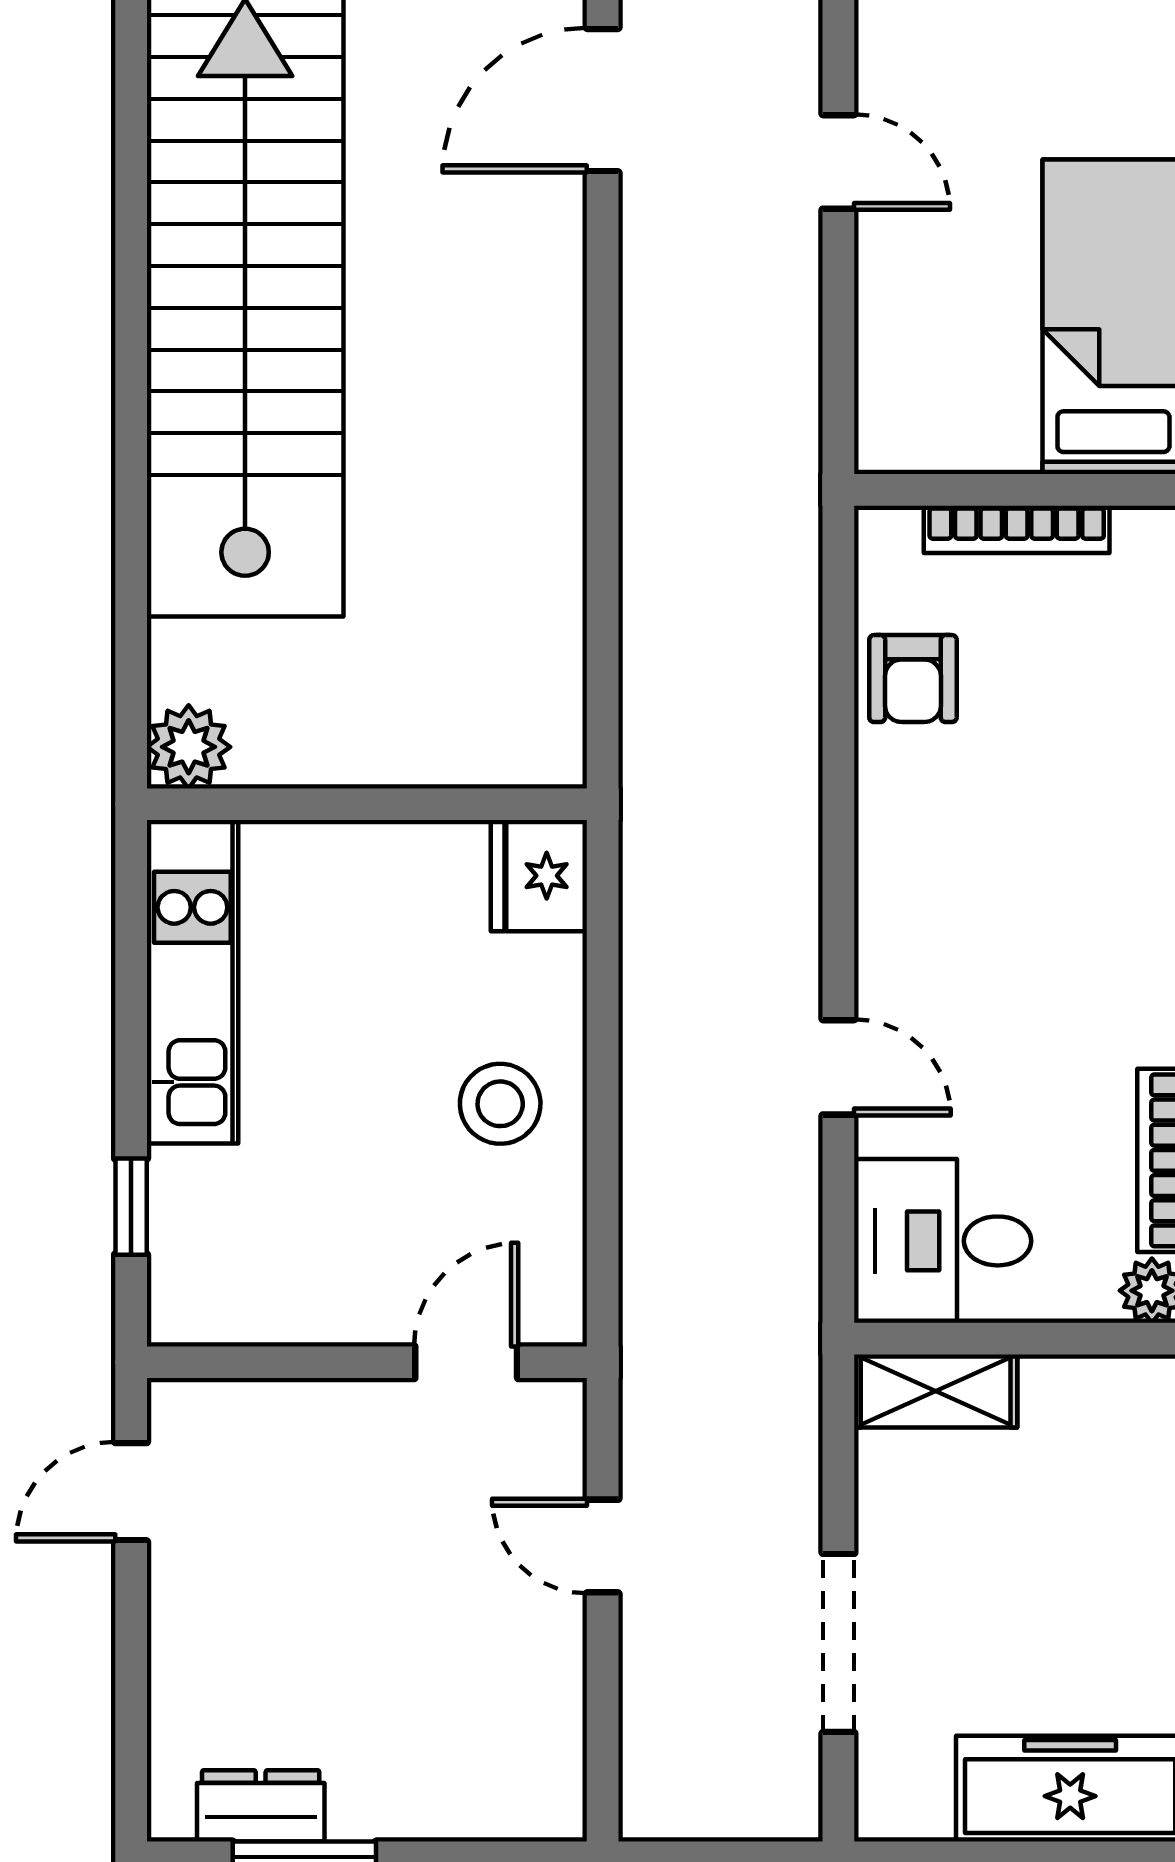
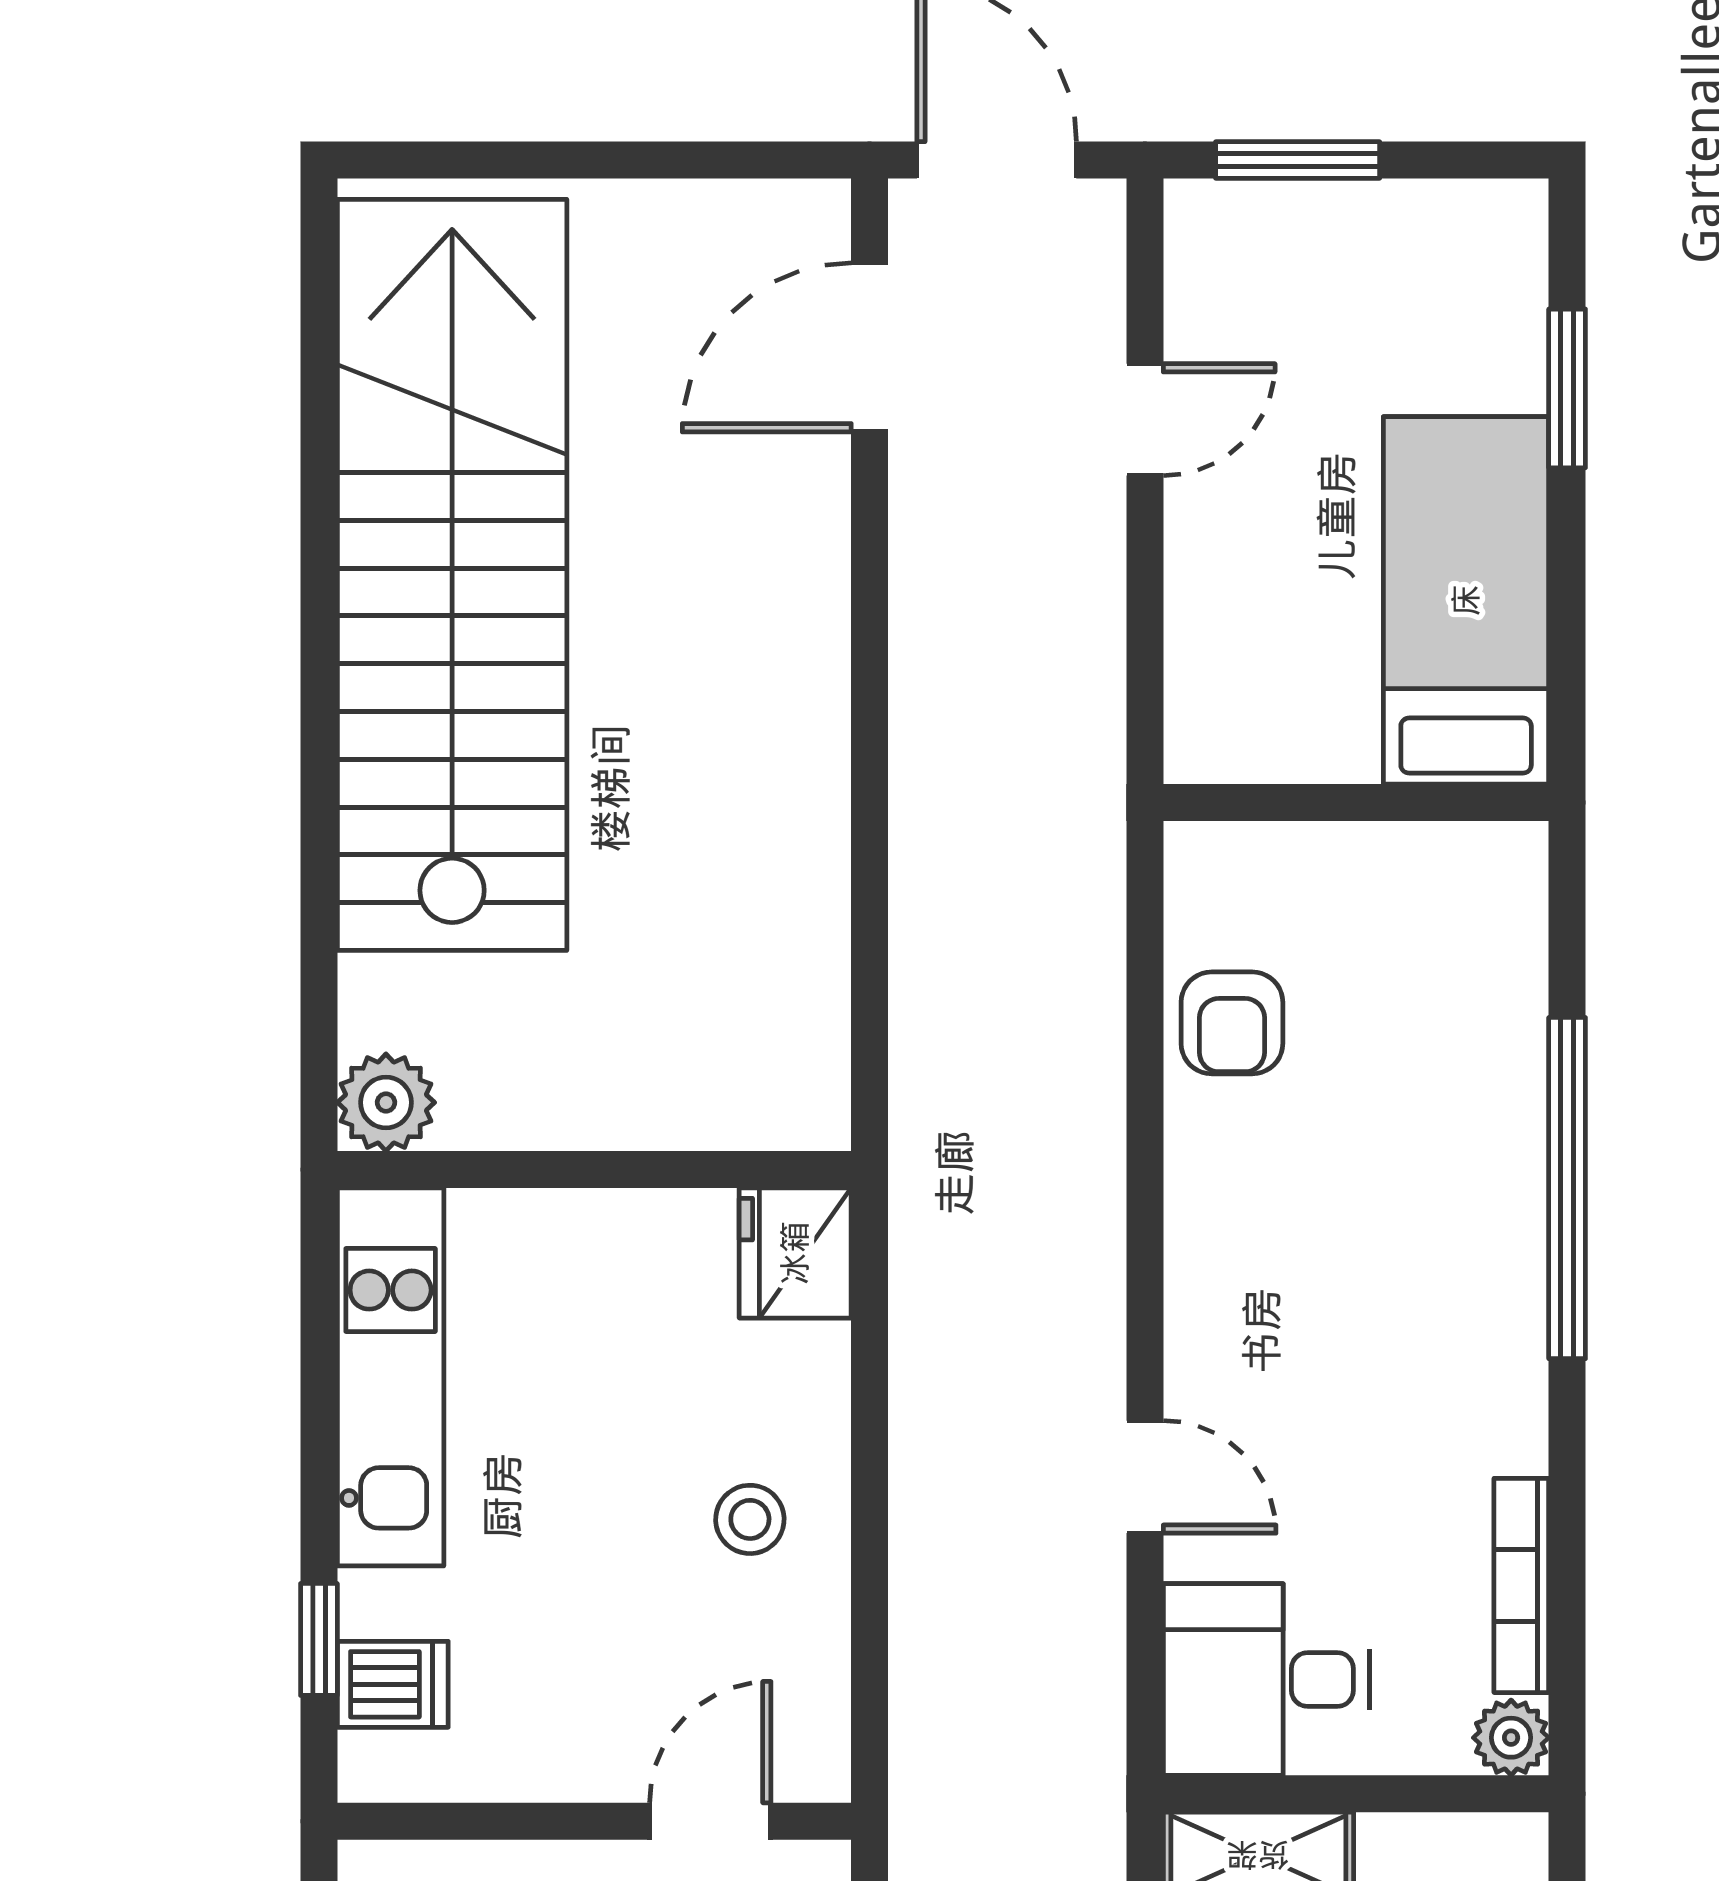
door: (838, 162) -> (1145, 420), hinge flipped
bookcase: (1017, 529) -> (1353, 849), removed
stool: (500, 1104) -> (750, 1519), width x0.73, depth x0.73
dishwasher: (194, 1245) -> (393, 1684), added

